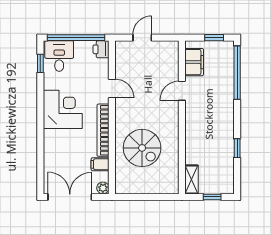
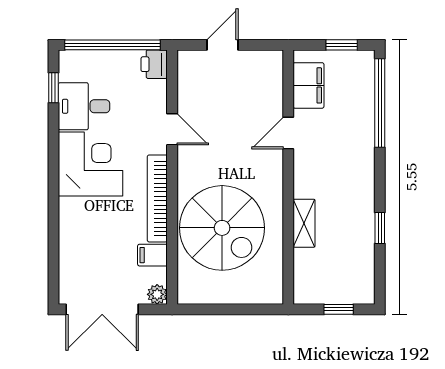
desk: (59, 56) -> (84, 106), moved, turned -90
spiral stairs: (142, 148) -> (222, 228), width x1.37, depth x1.37
shelving: (191, 179) -> (304, 223), moved
double door: (70, 197) -> (102, 309), swing flipped

